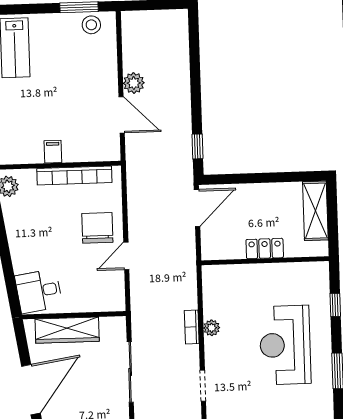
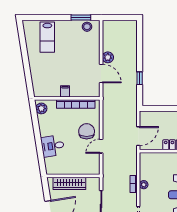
window: (198, 146) -> (140, 78), moved
door: (197, 208) -> (138, 136), moved
desk: (39, 291) -> (53, 146), moved

